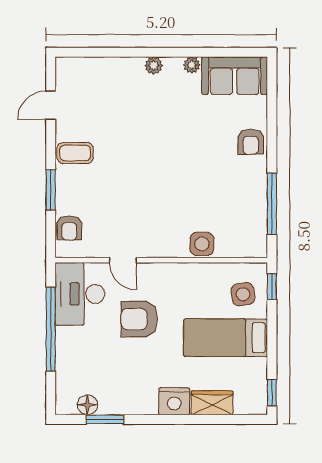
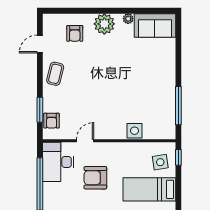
plant: (154, 66) -> (104, 24), width x1.87, depth x1.87
armchair: (251, 142) -> (75, 33), moved
coffee table: (75, 153) -> (55, 74), turned -76
window: (51, 190) -> (40, 110), moved
door: (123, 260) -> (85, 141), swing flipped

